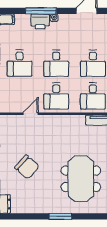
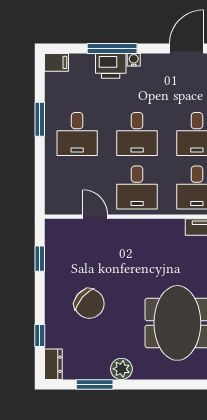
door: (31, 114) -> (95, 217), hinge flipped
plant: (47, 207) -> (121, 369), added
window: (60, 216) -> (95, 385), moved

